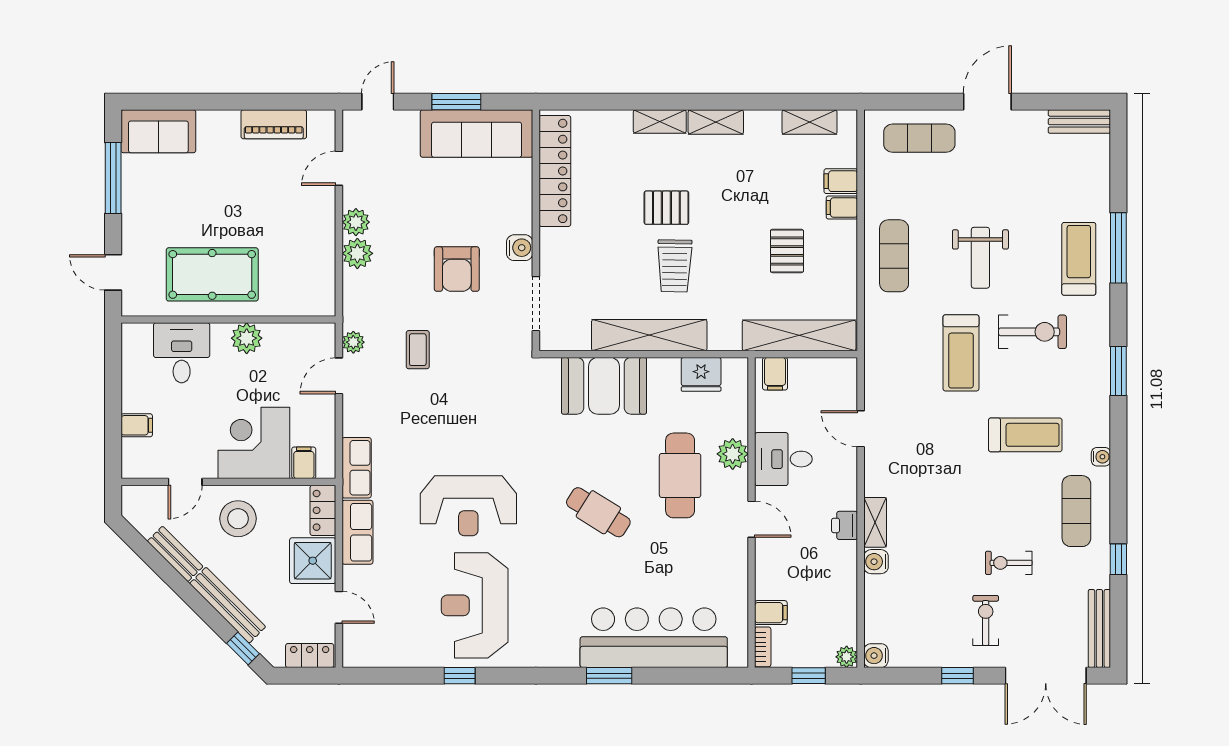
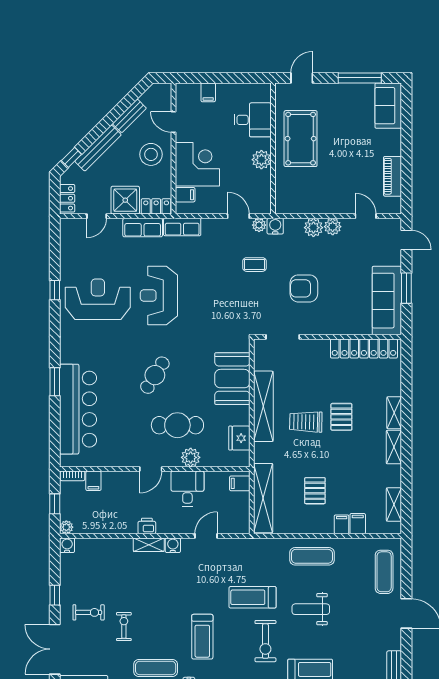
water cooler: (520, 248) -> (275, 226), moved, turned 180
pallet: (787, 251) -> (315, 491), turned 90
water cooler: (876, 562) -> (173, 545), moved

